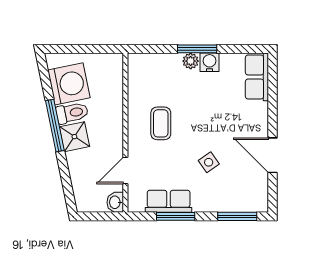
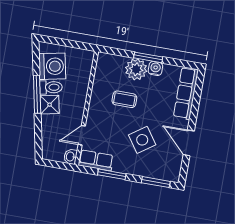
plant: (191, 61) -> (136, 69), width x1.88, depth x1.88
row of seats: (257, 77) -> (186, 93), width x1.48
coffee table: (161, 123) -> (124, 99), moved, turned 90
side table: (209, 162) -> (142, 140), width x1.87, depth x1.87
row of seats: (169, 201) -> (96, 160), moved

